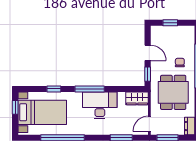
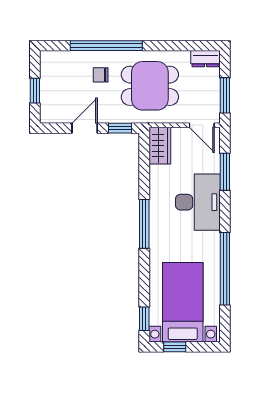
window: (54, 89) -> (144, 319), moved
desk: (100, 105) -> (198, 202), moved, turned 180

